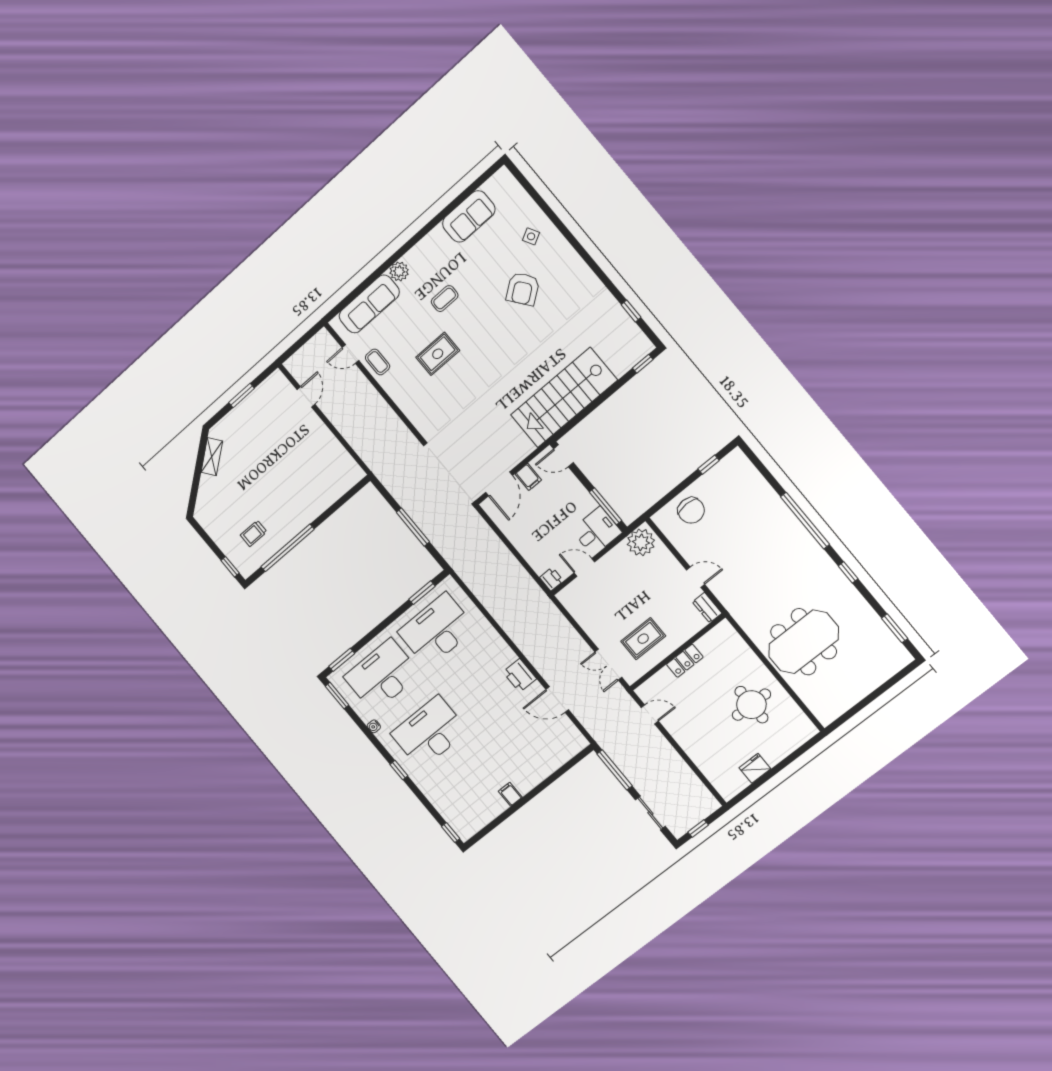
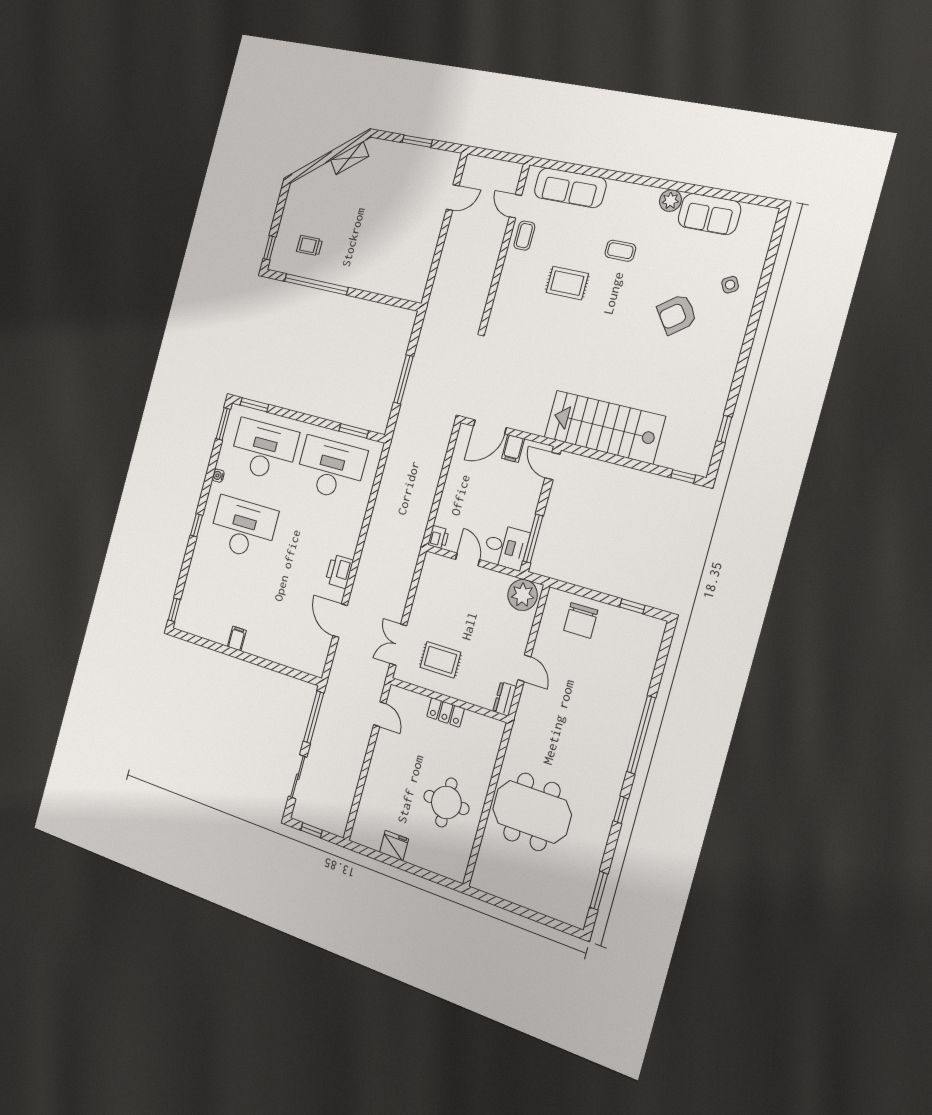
plant: (399, 271) -> (670, 201), moved

